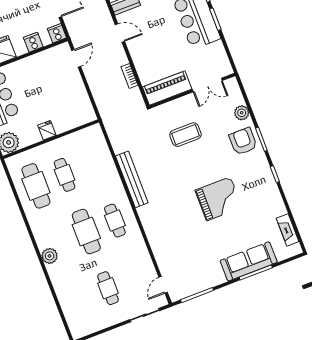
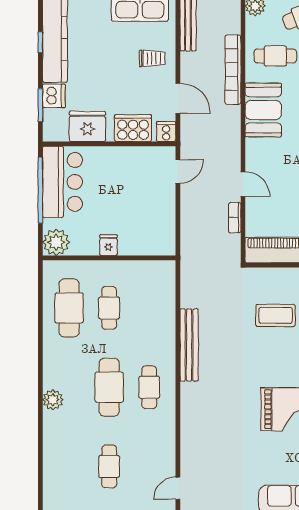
door: (120, 33) -> (243, 184), moved
cooker: (33, 42) -> (133, 128), width x1.87, depth x1.31

